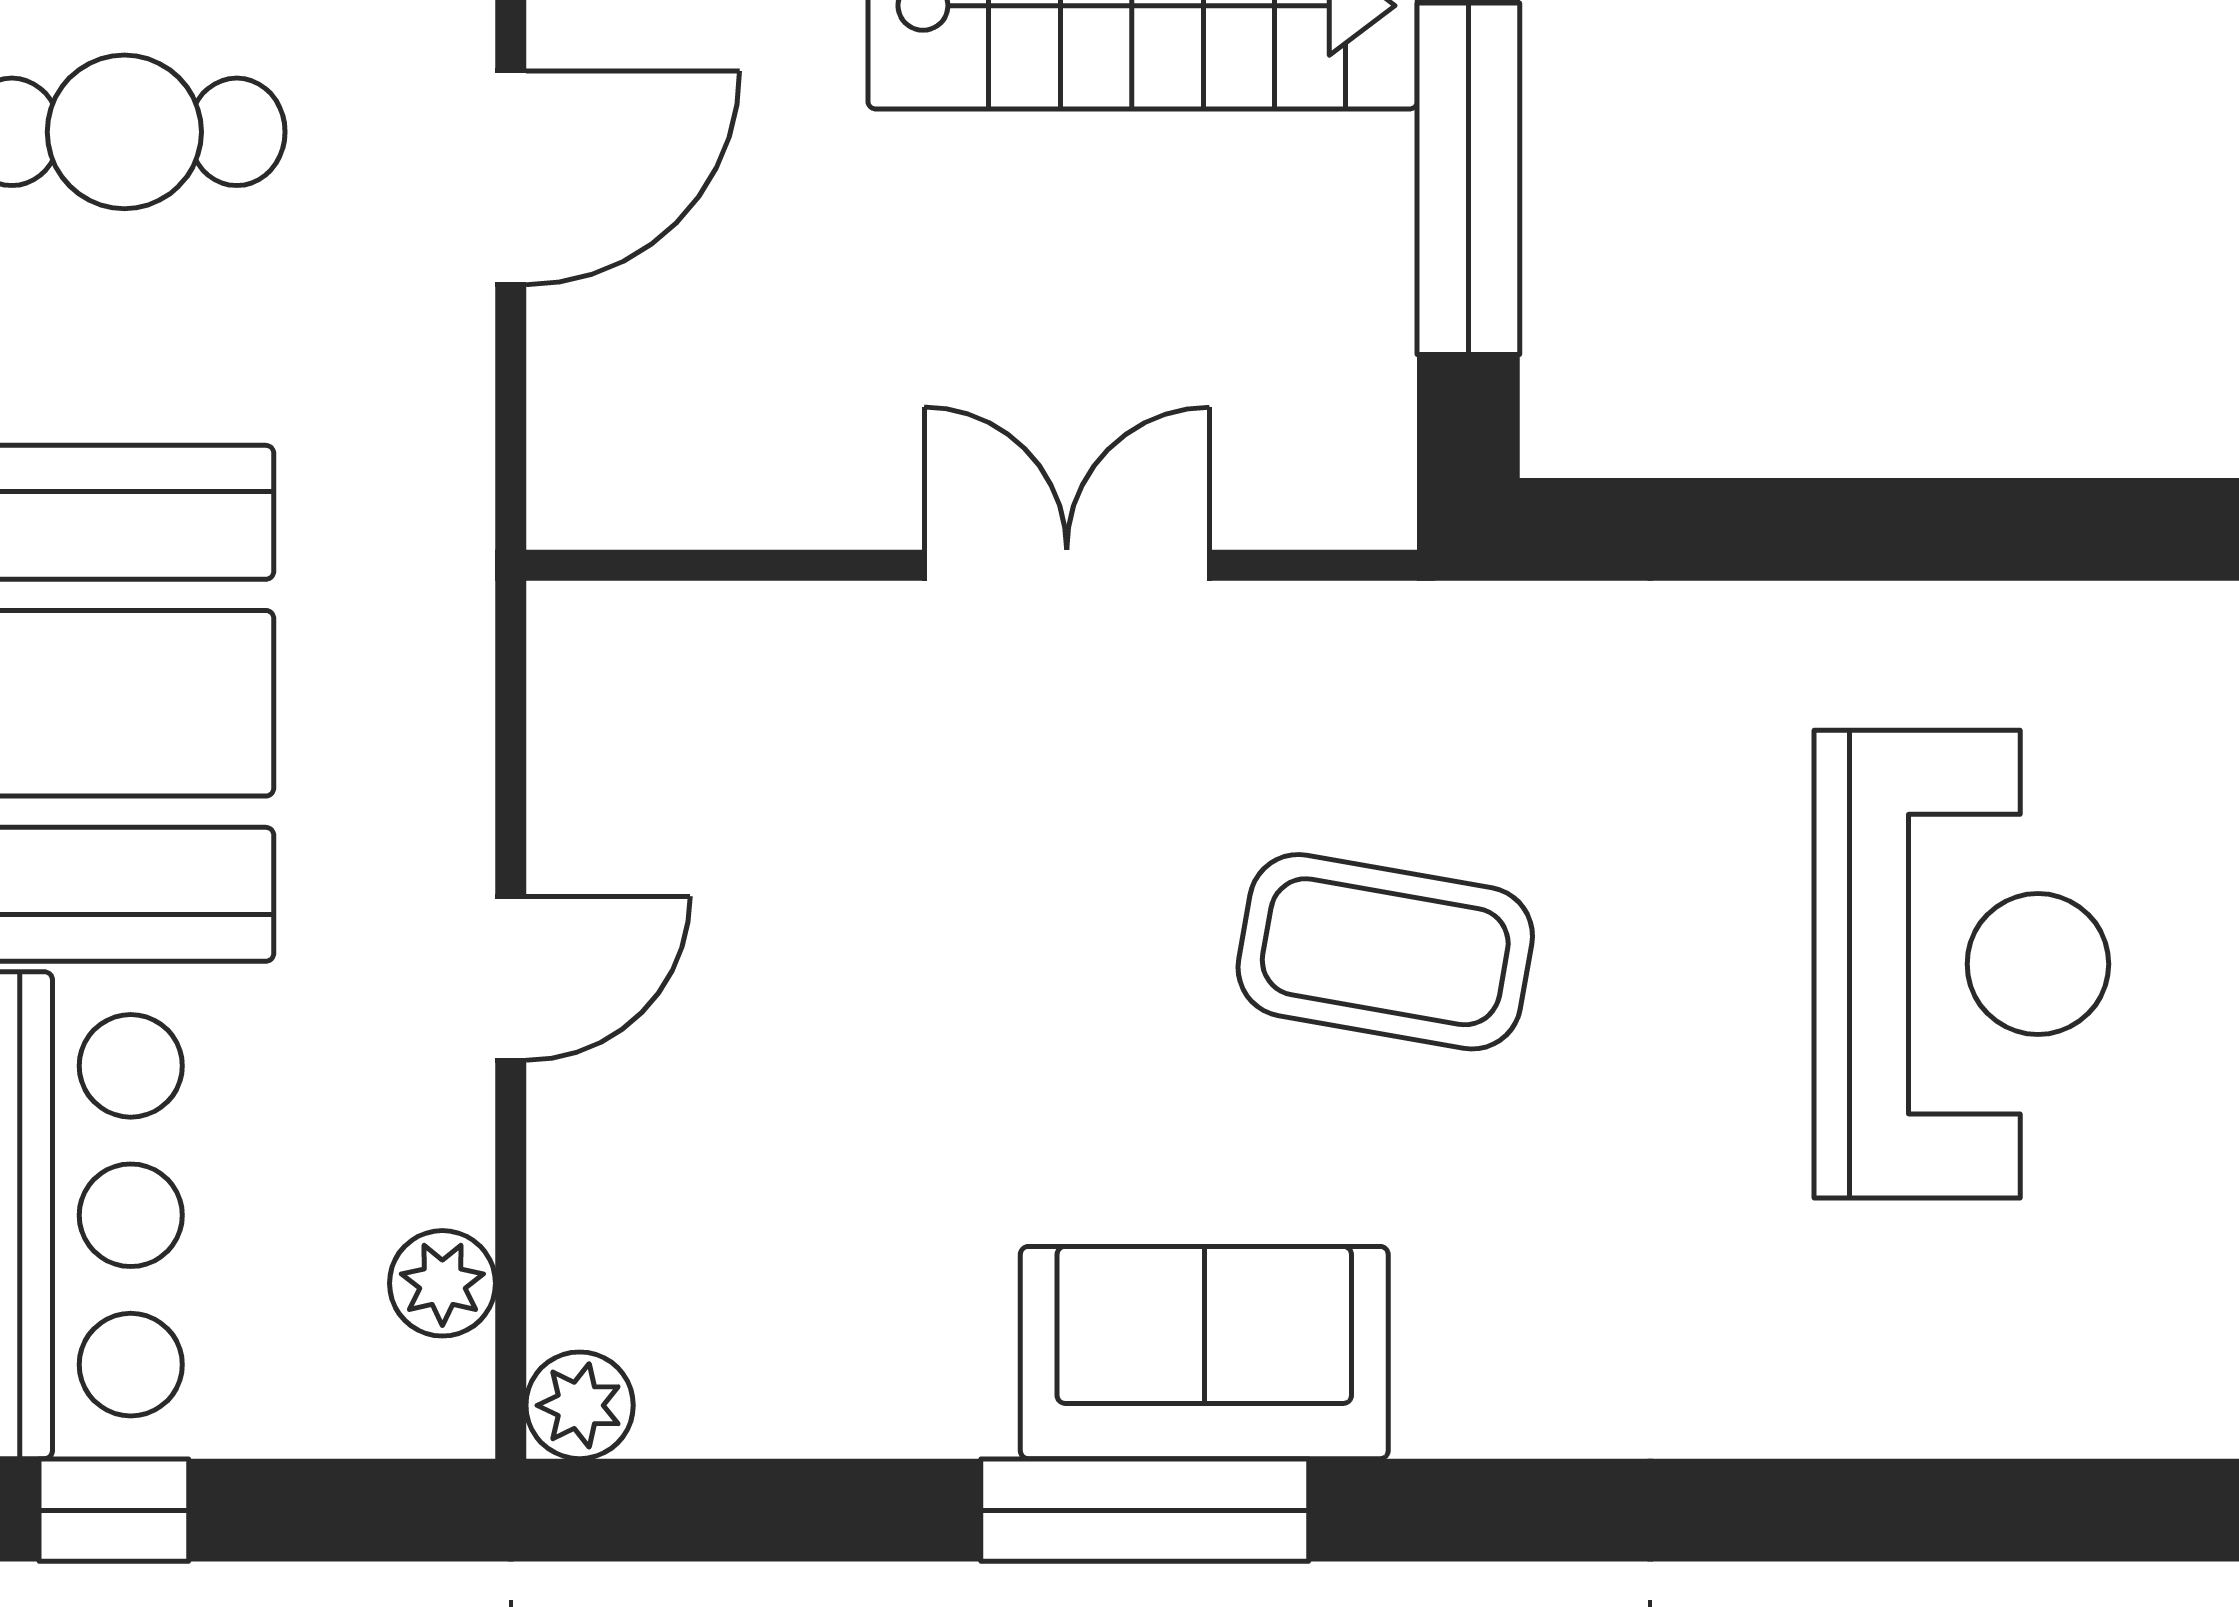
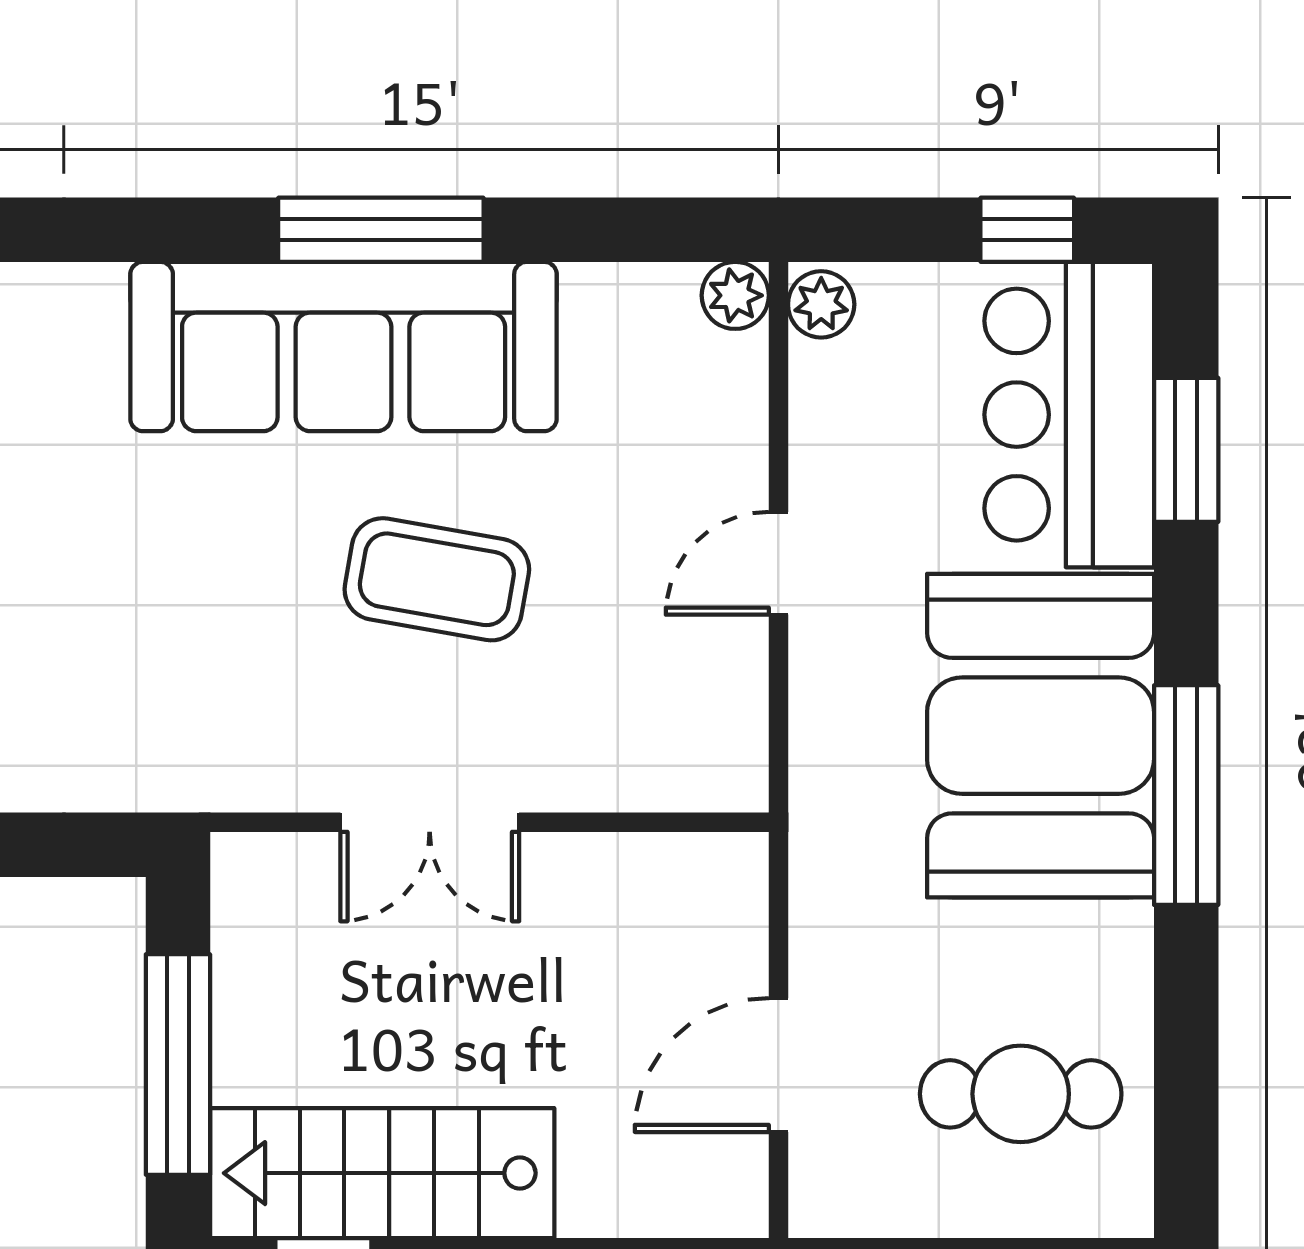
coffee table: (1385, 952) -> (437, 579), moved
plant: (442, 1283) -> (821, 304), moved
sofa: (1204, 1353) -> (344, 347), width x1.85, depth x1.27

